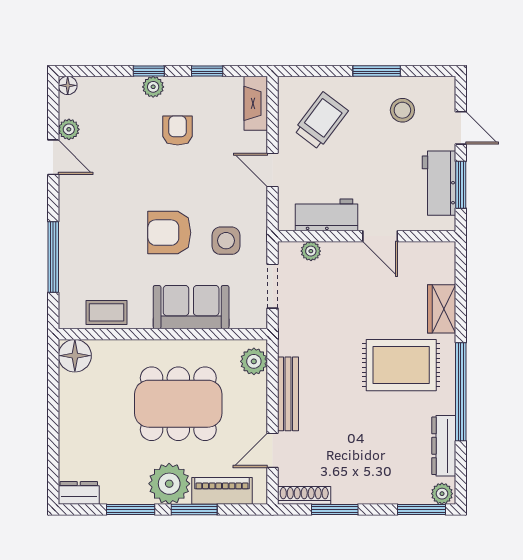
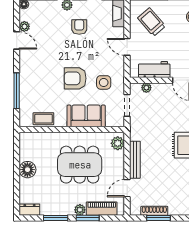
trolley: (321, 121) -> (152, 22), turned -78
floor lamp: (75, 356) -> (27, 170), moved
plant: (169, 484) -> (80, 210), width x0.53, depth x0.53
shoe rack: (304, 495) -> (154, 211), moved

